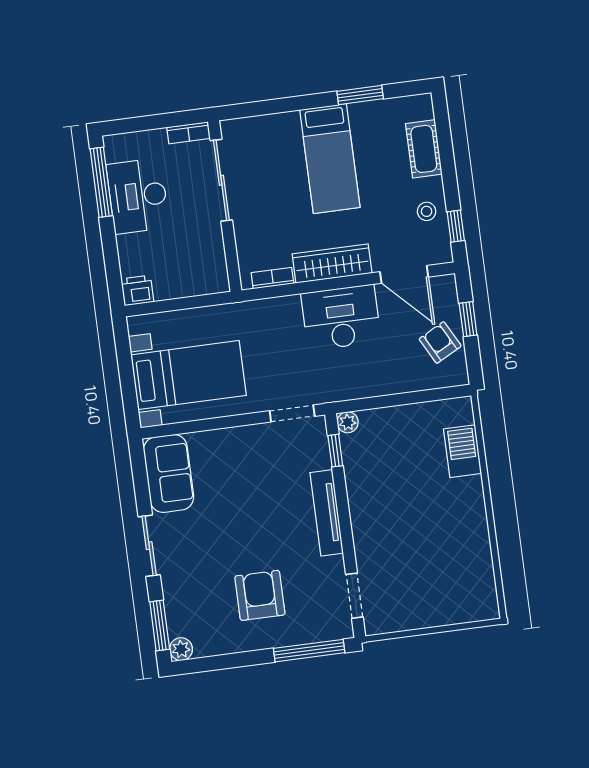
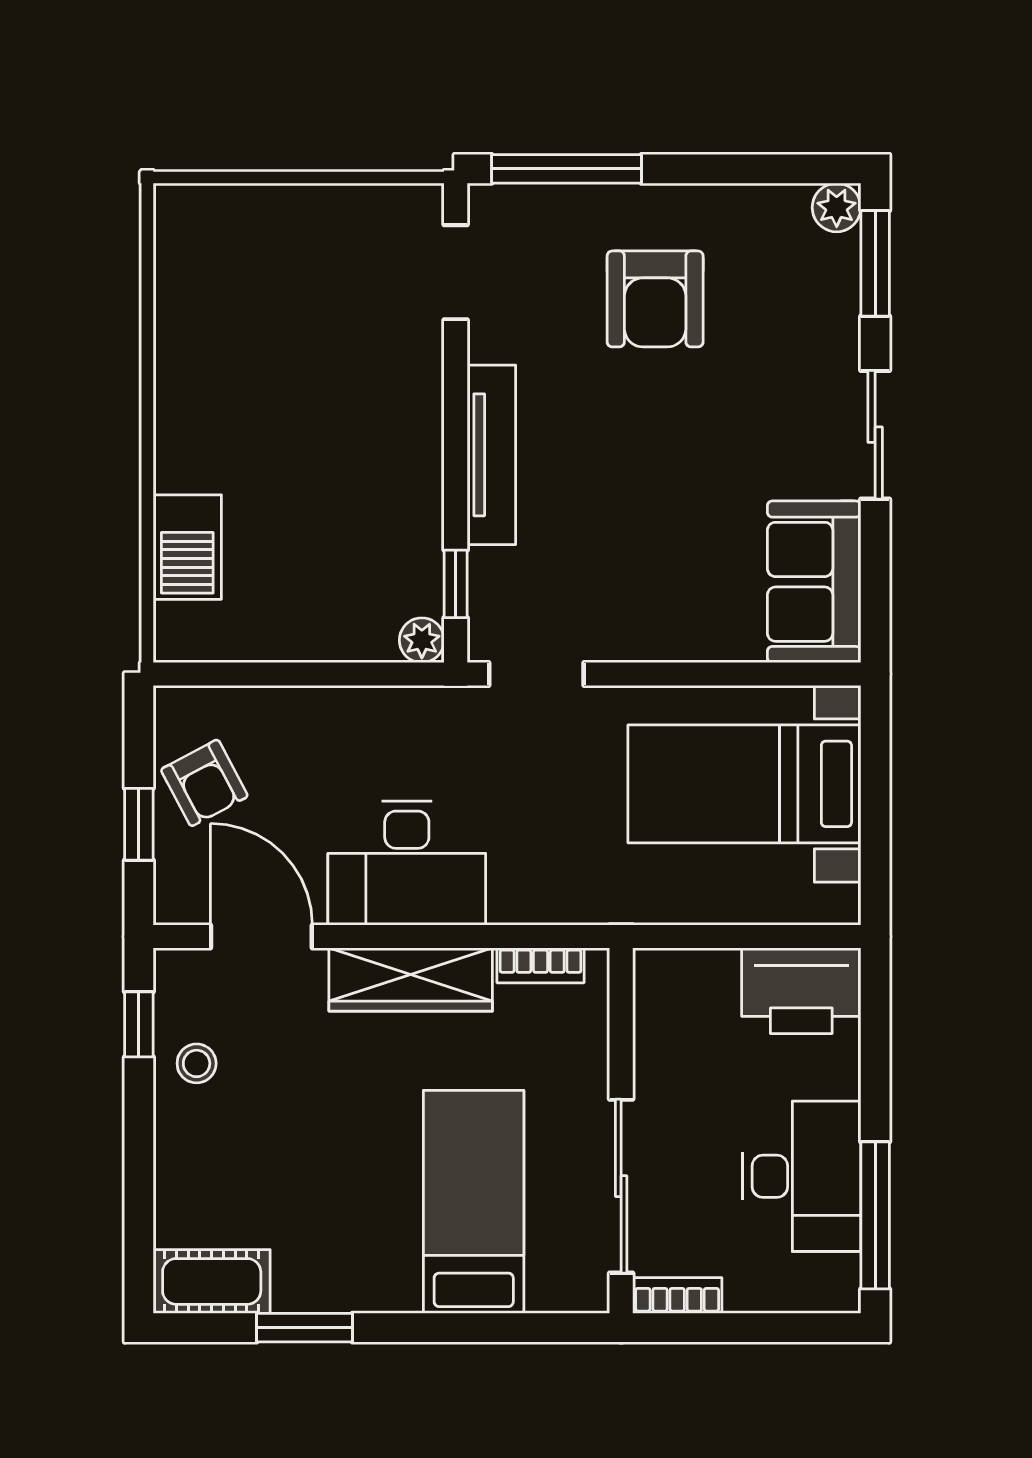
cot: (424, 149) -> (212, 1281), moved, turned 90
bed: (330, 159) -> (474, 1202), moved
printer: (137, 290) -> (801, 991), width x1.87, depth x1.48

